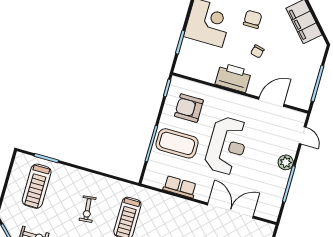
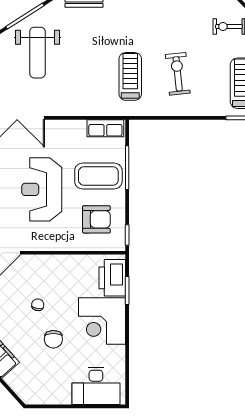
printer: (233, 78) -> (112, 278), moved, turned 90
row of seats: (180, 187) -> (105, 128), moved
exercise bike: (88, 209) -> (178, 74), width x1.38, depth x1.39

